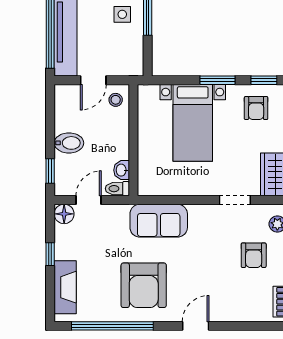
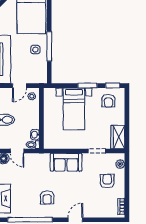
door: (89, 200) -> (17, 151), swing flipped
sofa: (159, 221) -> (66, 162), moved
armchair: (254, 255) -> (107, 181), turned 180
armchair: (144, 285) -> (47, 198), width x0.53, depth x0.53

